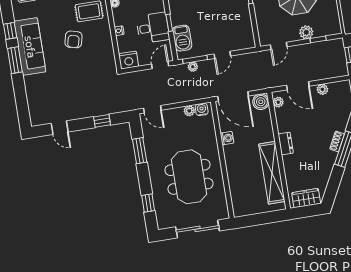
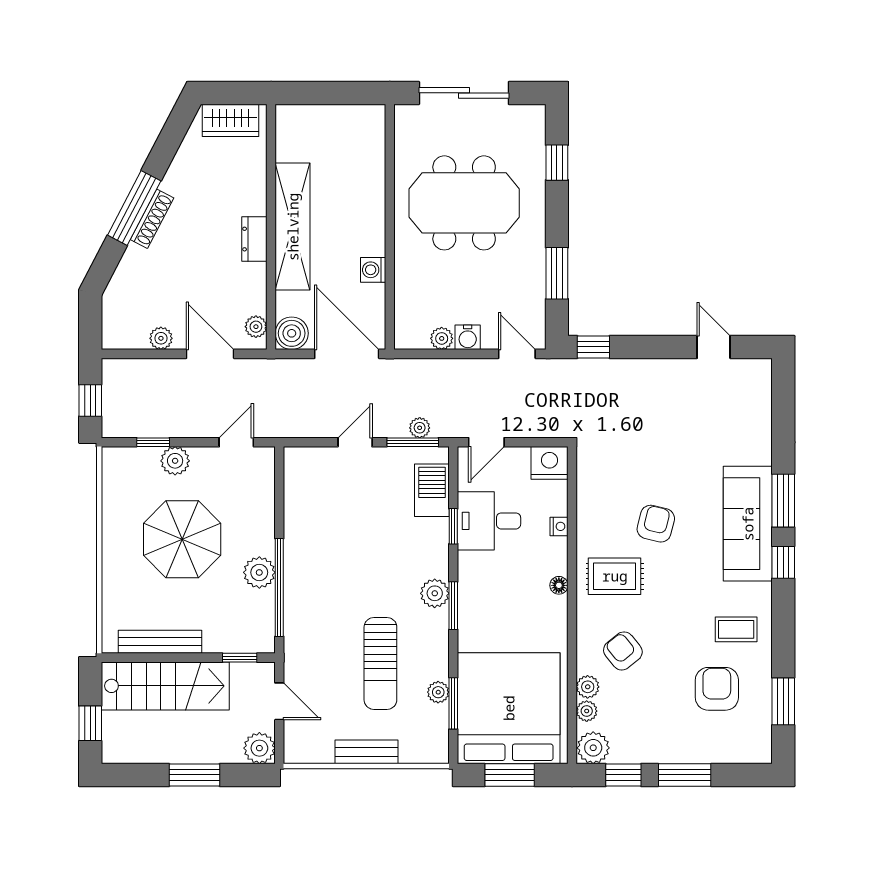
water cooler: (202, 109) -> (468, 337), moved
window: (102, 121) -> (593, 347), moved
shoe rack: (337, 141) -> (152, 219), width x1.43
shelving: (272, 173) -> (293, 227), moved
meeting table: (189, 177) -> (464, 203), turned 90

